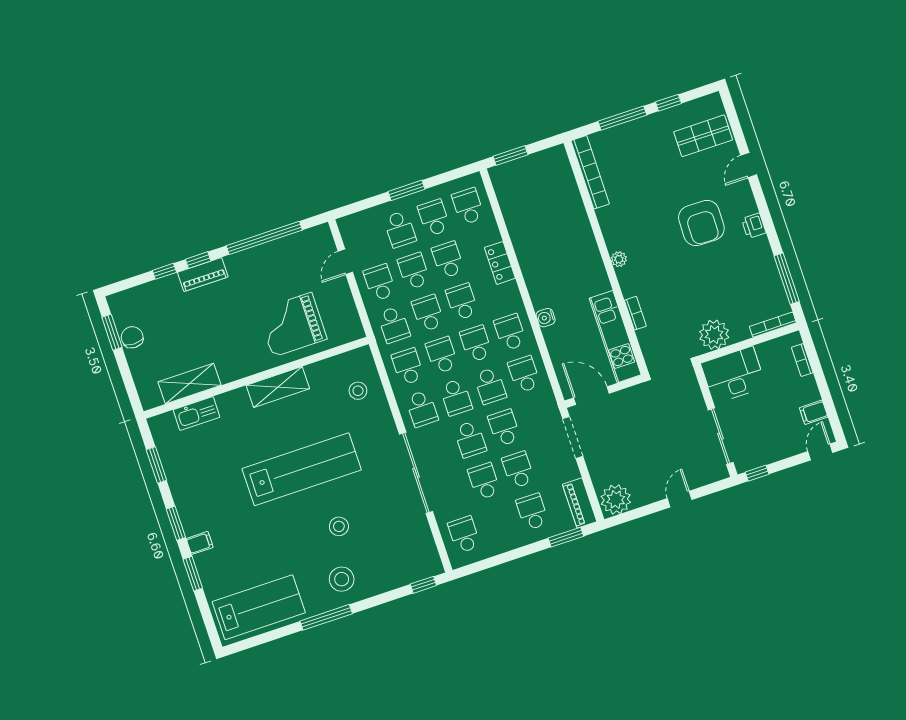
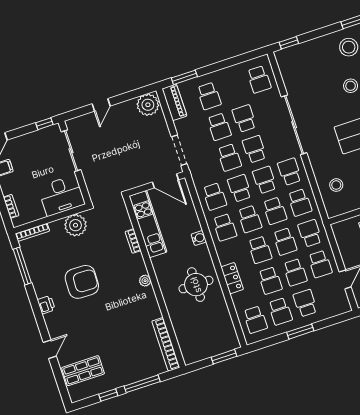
armchair: (701, 223) -> (82, 282), moved, turned 91
round table: (549, 254) -> (196, 285), added
school desk: (484, 481) -> (244, 118), turned 180

